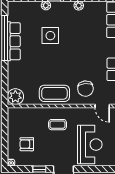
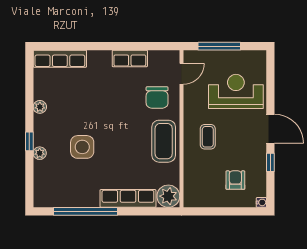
row of seats: (14, 41) -> (128, 198), moved
chair: (85, 89) -> (157, 97), turned 96
armchair: (27, 144) -> (235, 180), turned 180

